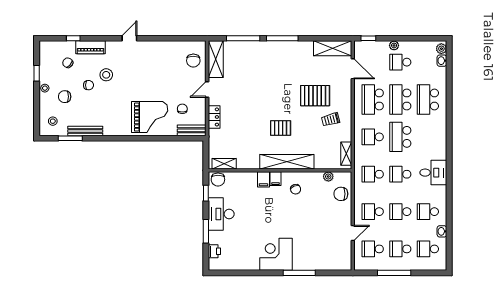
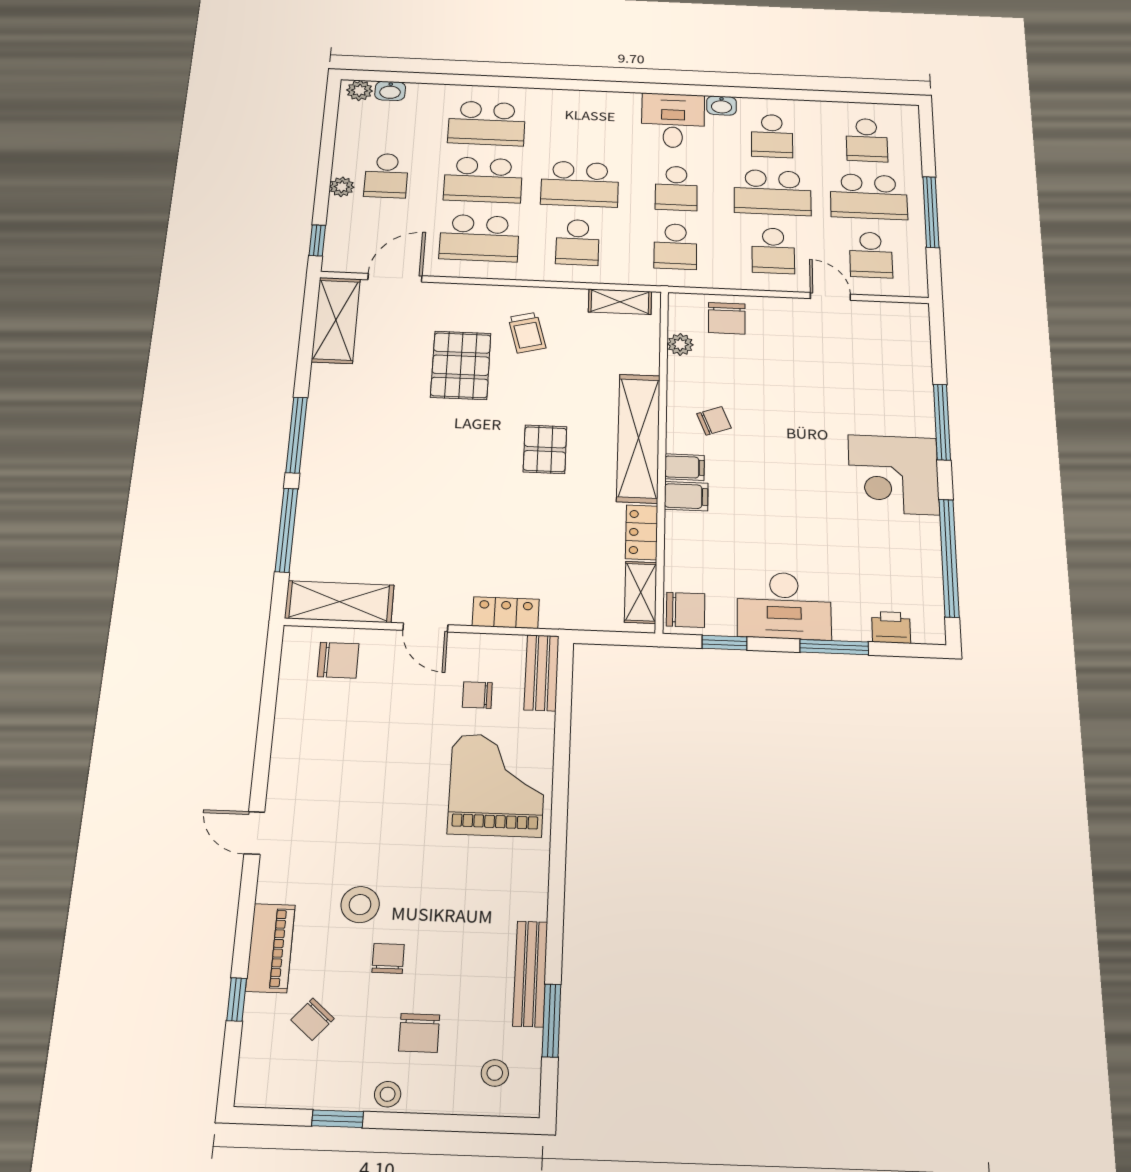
locker: (248, 164) -> (642, 532), added
school desk: (400, 212) -> (773, 192), width x1.85
washbasin: (442, 231) -> (722, 106), moved
school desk: (400, 249) -> (869, 197), width x1.85
window: (243, 273) -> (949, 558), added

